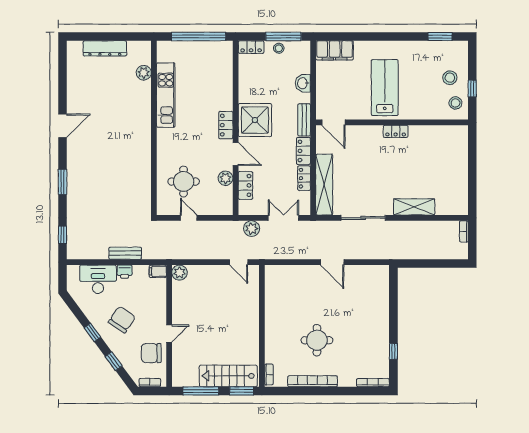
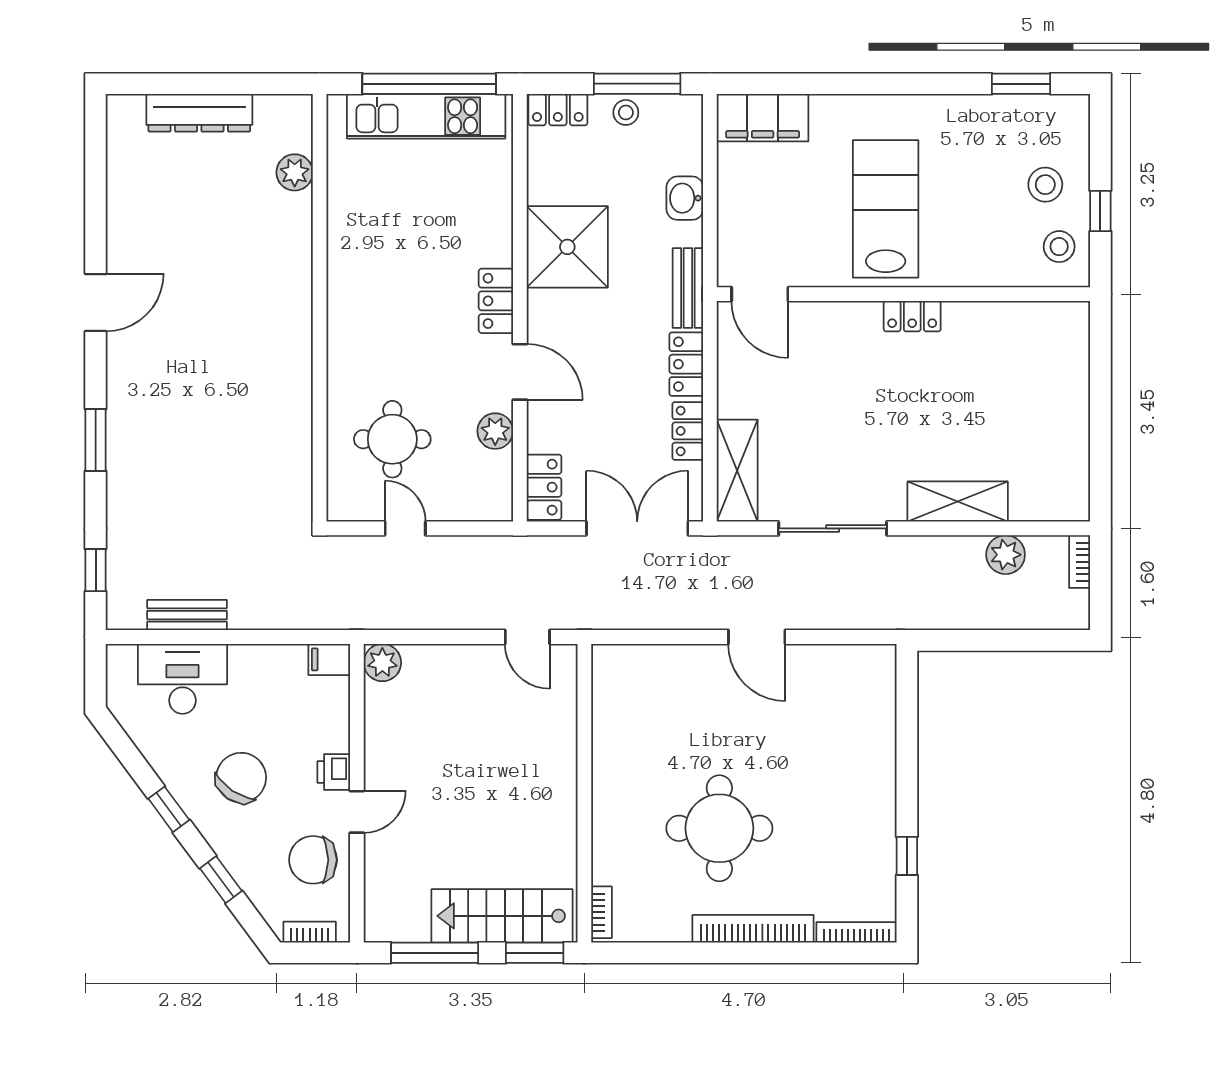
kitchen unit: (166, 95) -> (426, 116), moved, turned 90
shower: (255, 120) -> (567, 247), moved
locker: (245, 185) -> (544, 487), moved
shelving: (324, 185) -> (737, 471), width x0.68
double door: (283, 218) -> (637, 528), width x1.37
plant: (252, 229) -> (1006, 555), moved
bench: (125, 253) -> (187, 615), moved
printer: (125, 272) -> (334, 772), moved, turned 90
round table: (317, 340) -> (719, 828), width x1.36, depth x1.36
bookcase: (313, 381) -> (753, 929), moved

